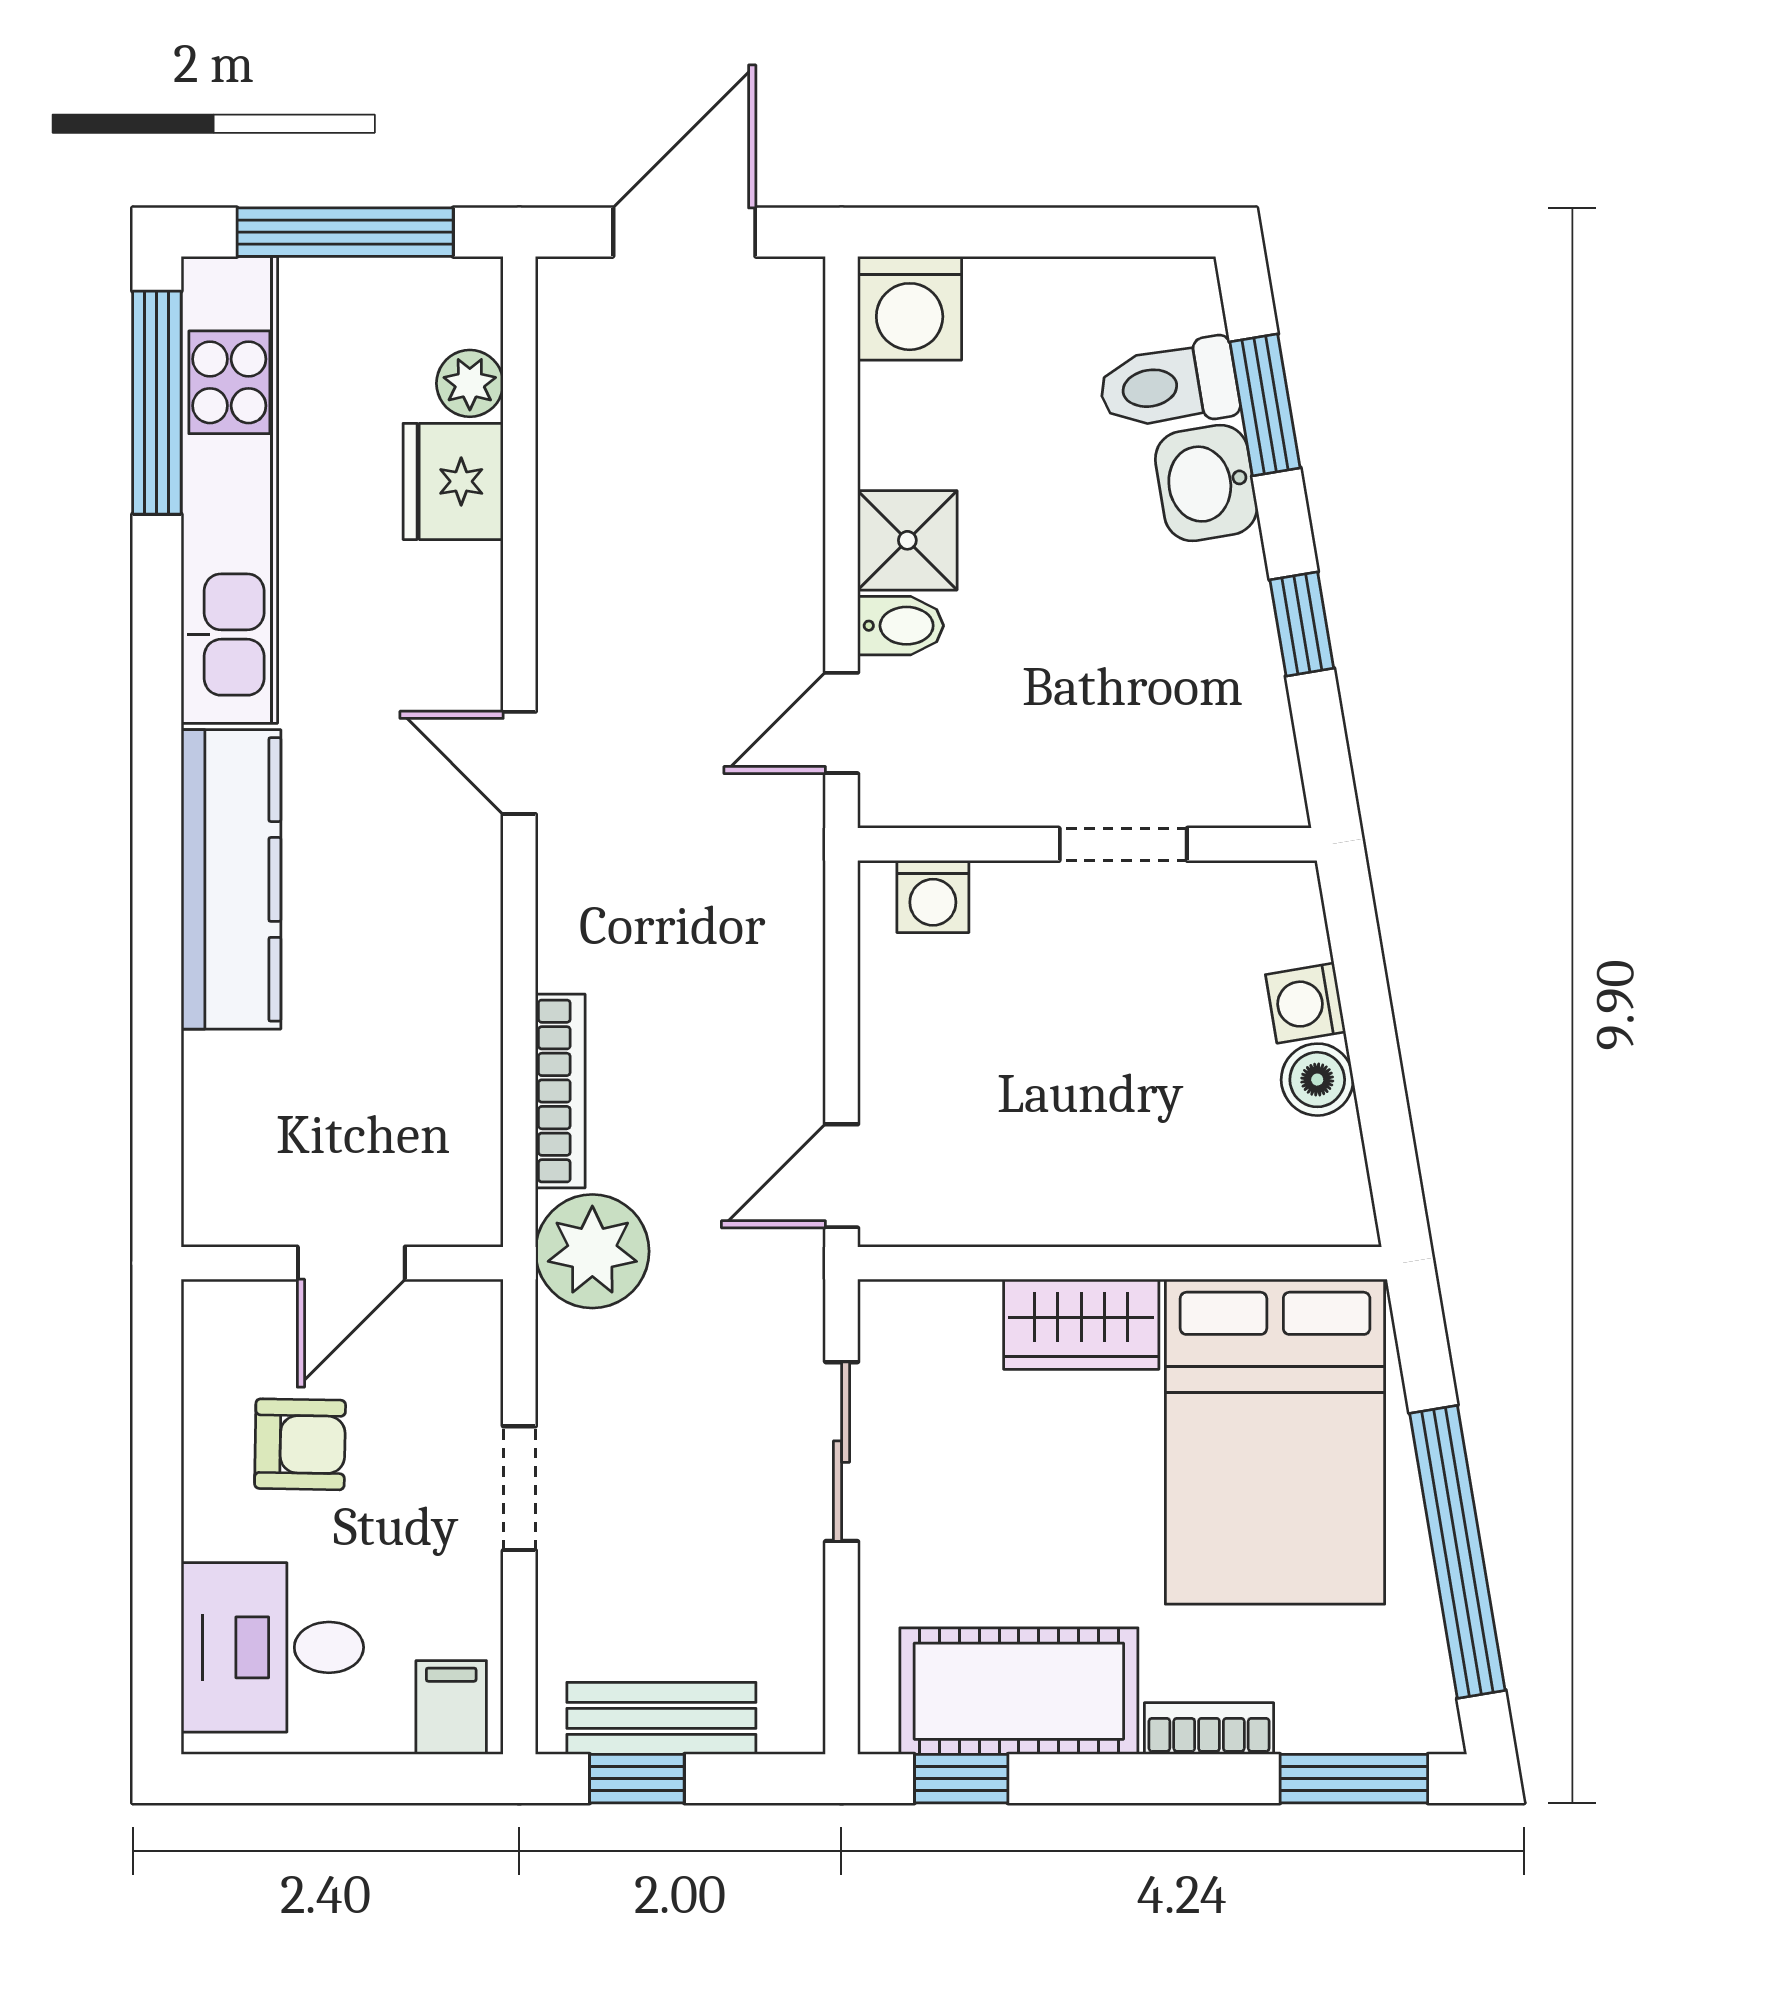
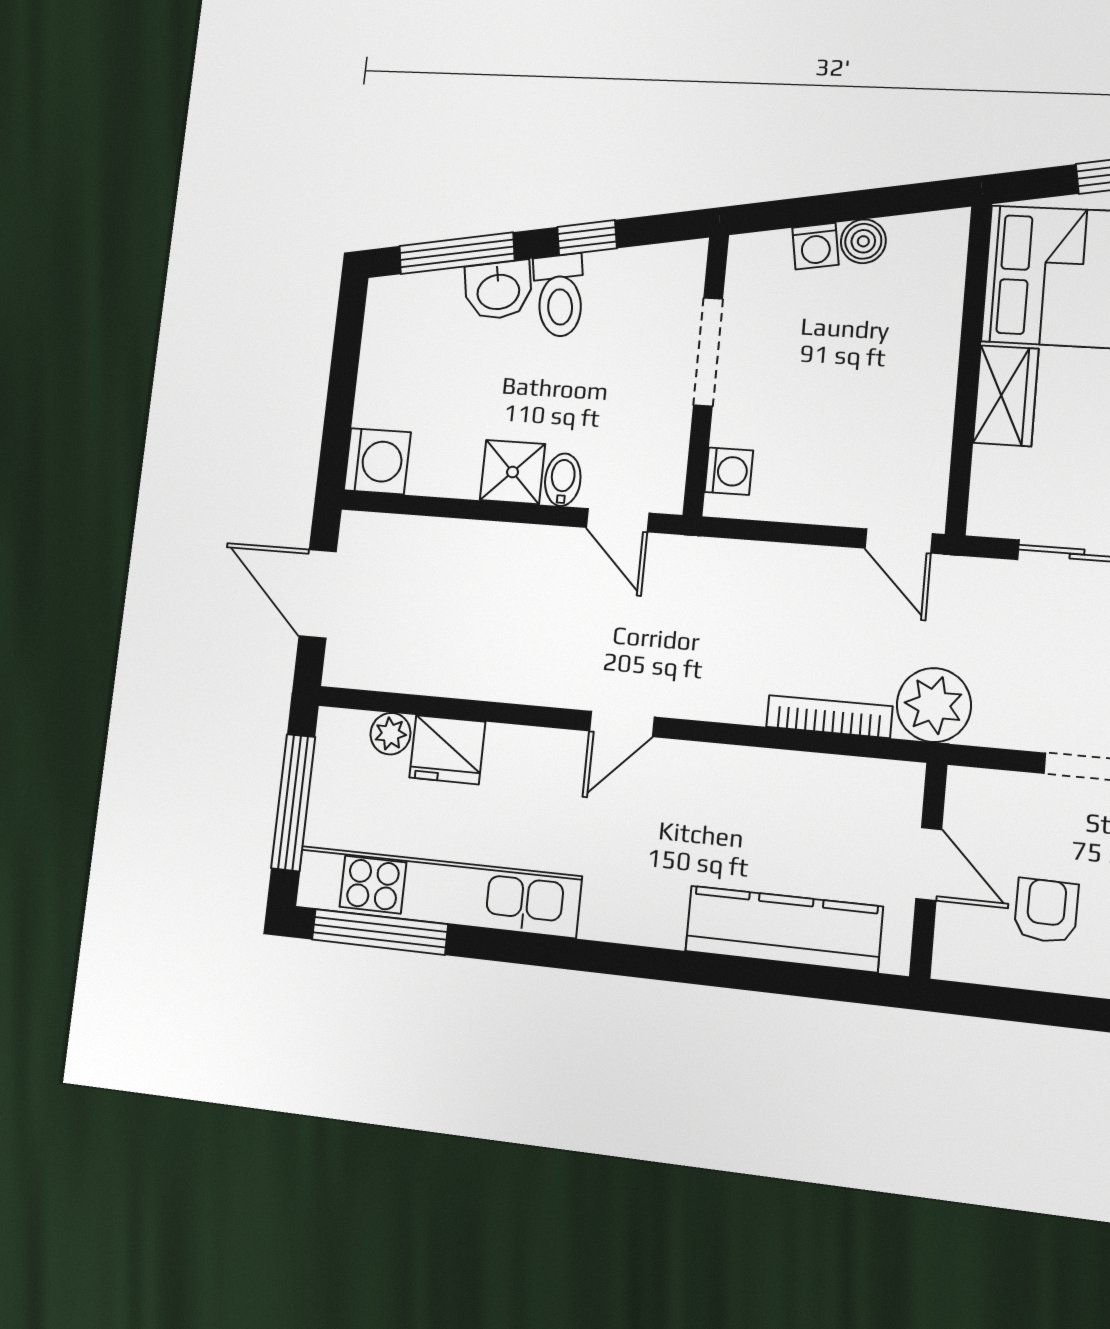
toilet: (1169, 385) -> (559, 296), moved
window: (1265, 405) -> (457, 253), width x1.44
doorway: (1123, 844) -> (708, 352), width x1.38
kitchen counter: (231, 879) -> (784, 929), moved

